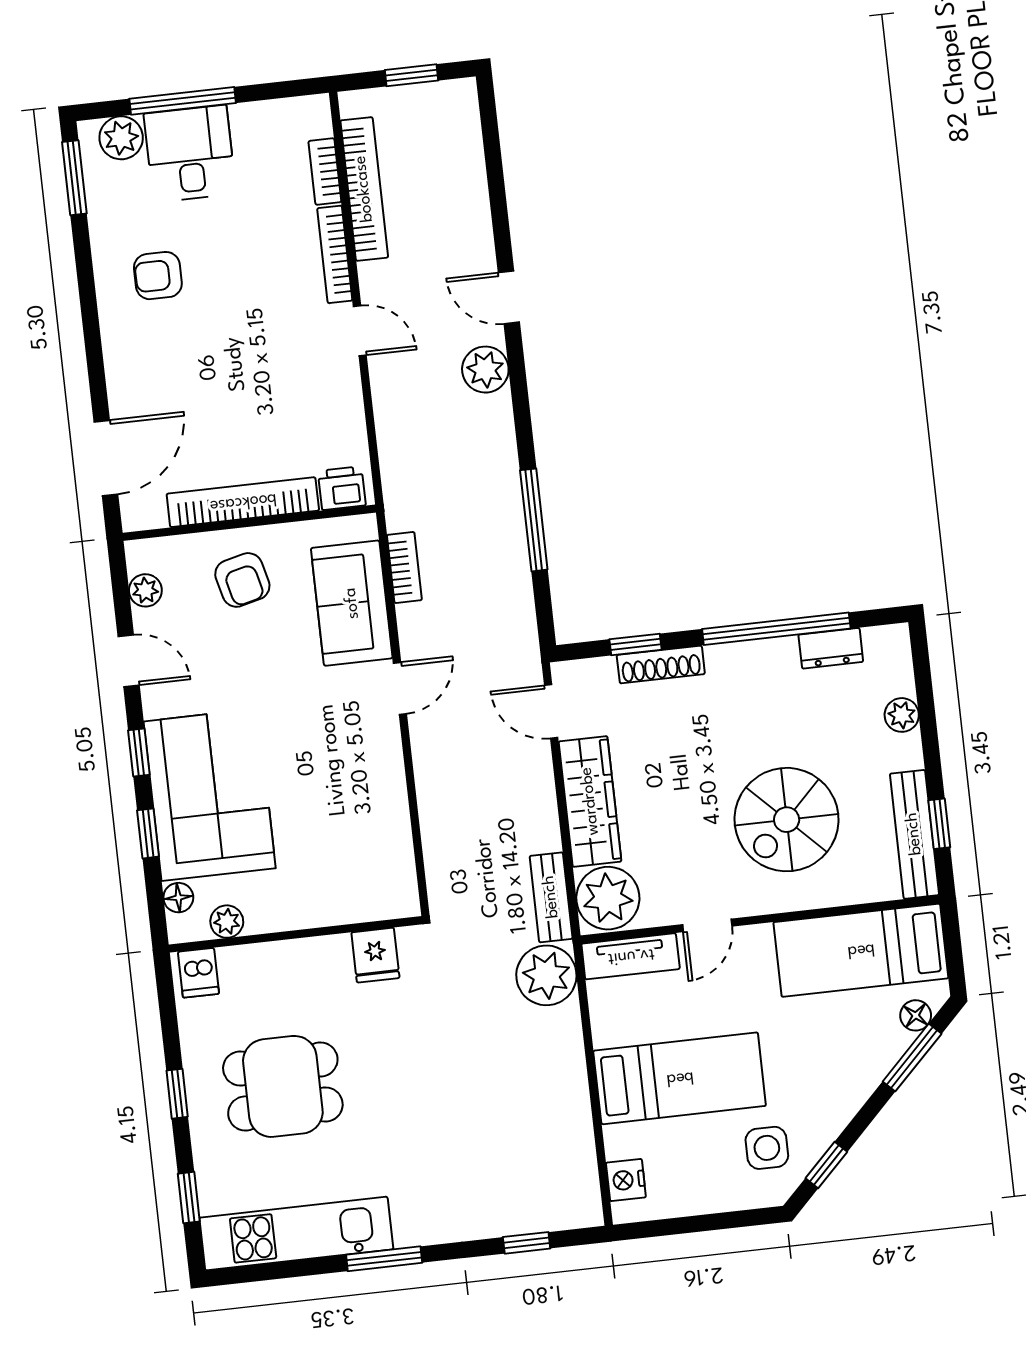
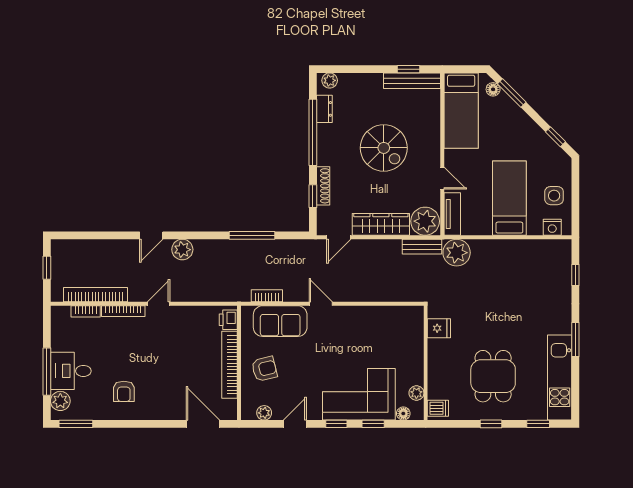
plant: (902, 715) -> (330, 80), moved
spiral stairs: (787, 820) -> (384, 148), moved
side table: (767, 1148) -> (554, 196), moved

